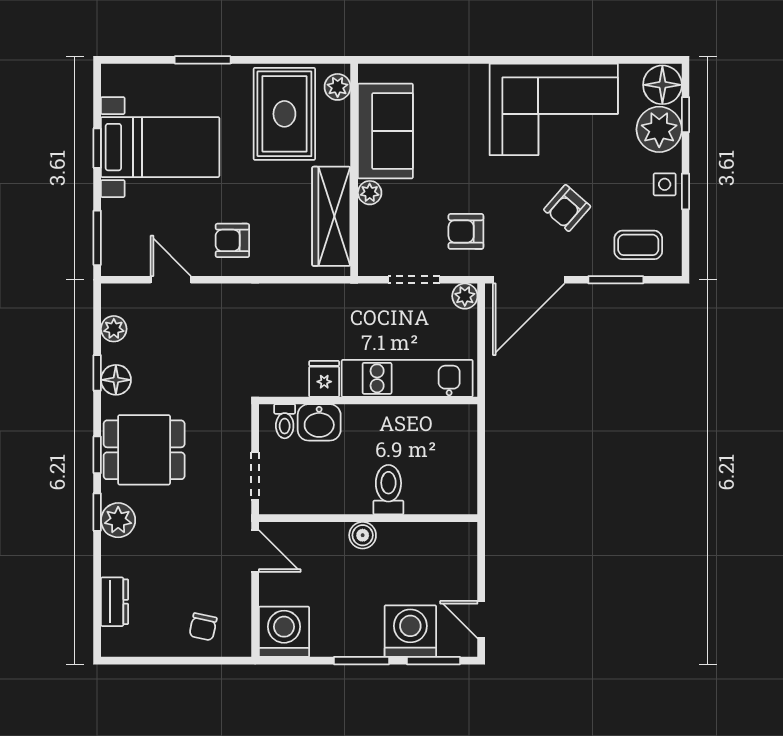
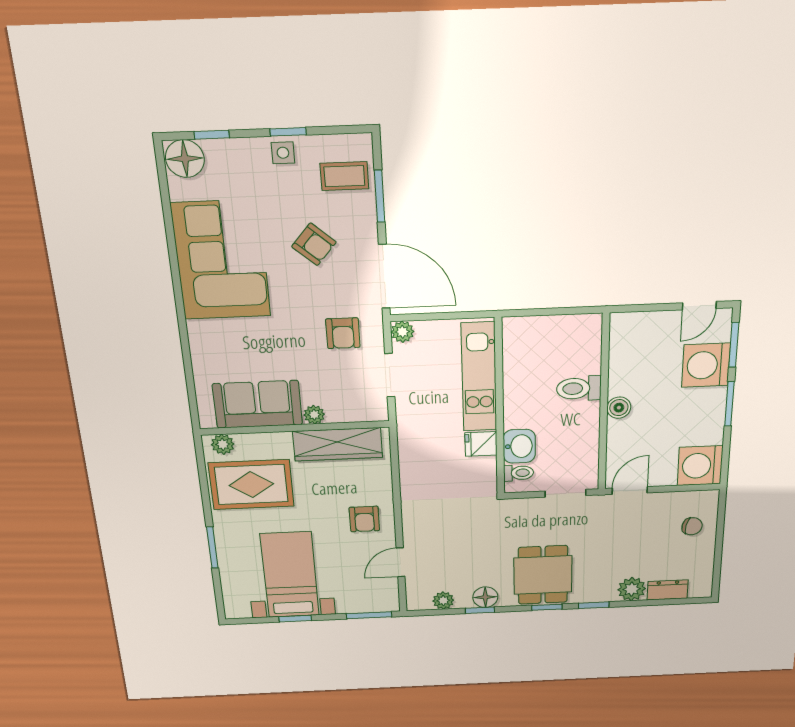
plant: (659, 129) -> (229, 160), removed
coffee table: (638, 245) -> (344, 176), turned 90
plant: (118, 520) -> (632, 589), moved

